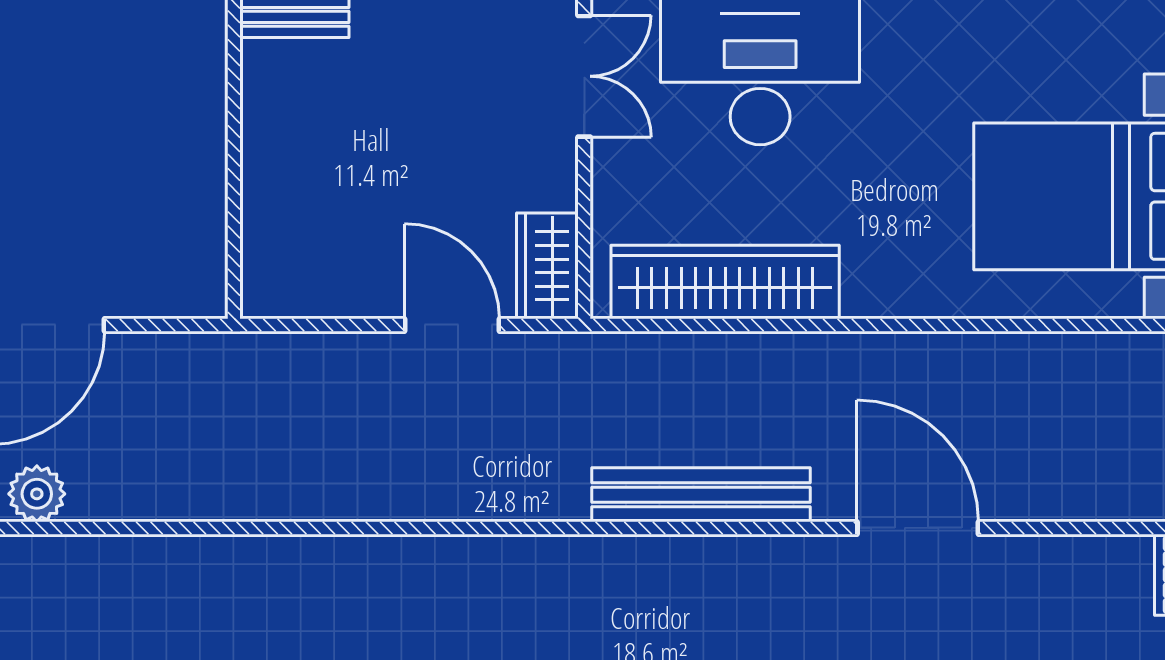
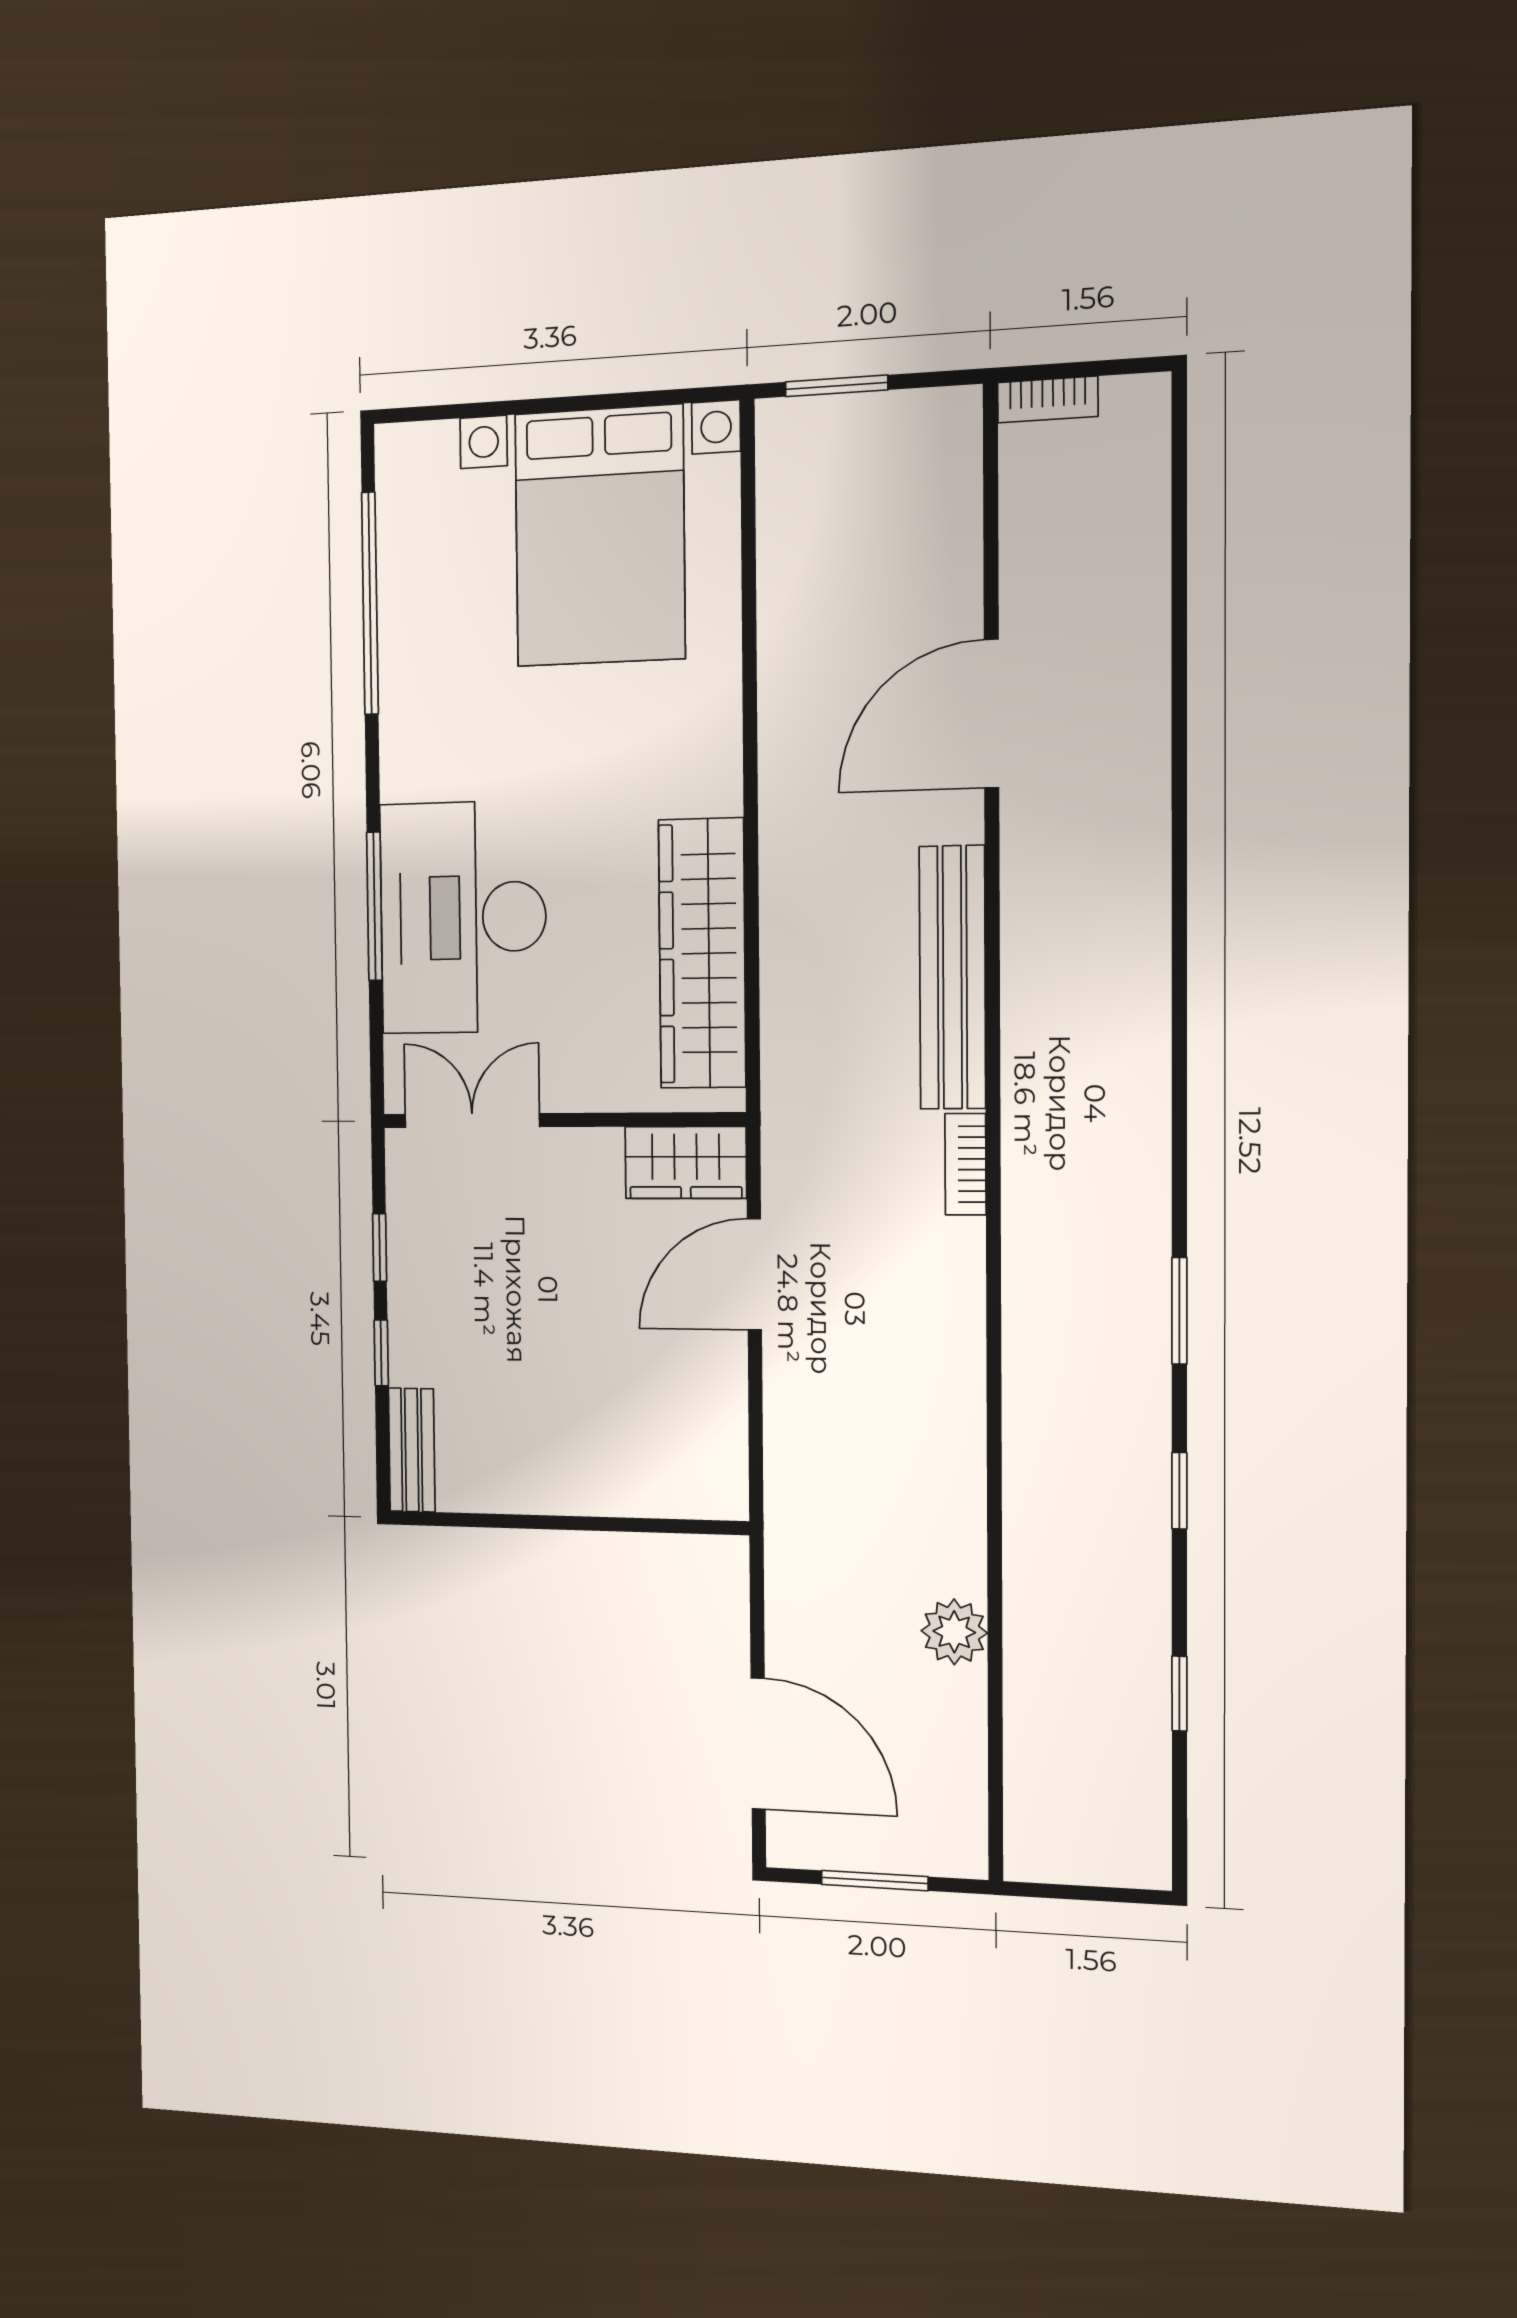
plant: (37, 494) -> (954, 1632), moved
bookcase: (546, 505) -> (965, 1164), added

